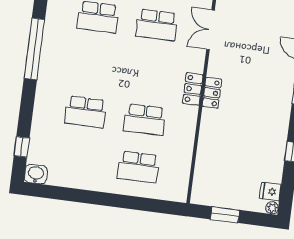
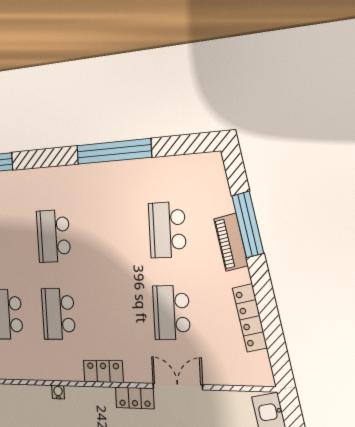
locker: (212, 93) -> (135, 398), moved
water cooler: (204, 132) -> (58, 392), added

